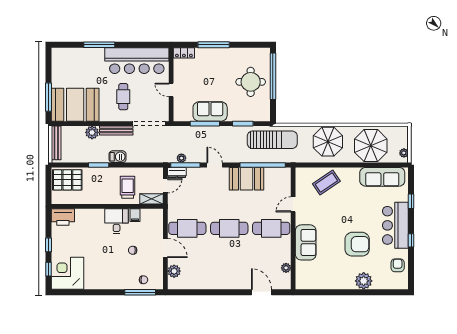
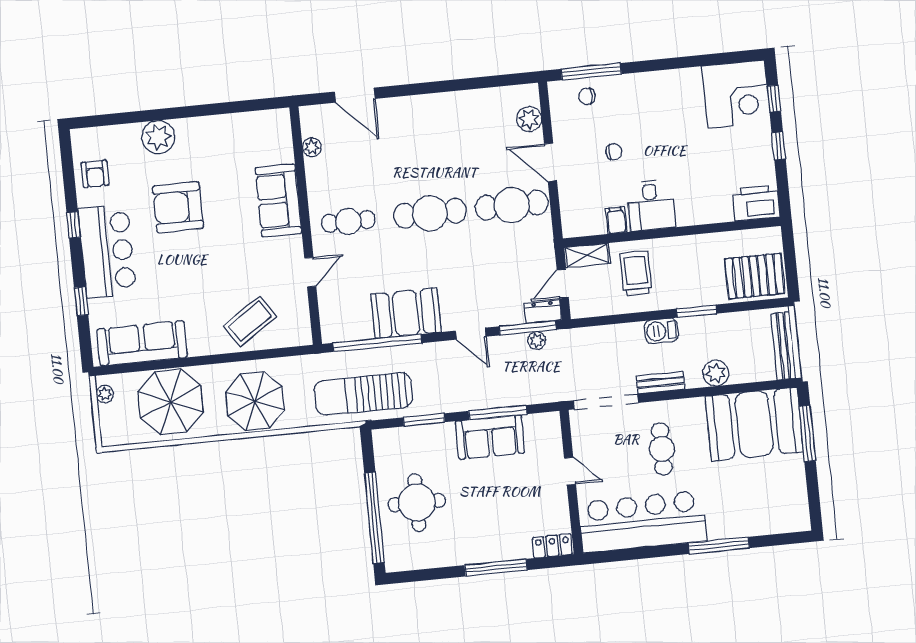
bench: (116, 131) -> (661, 383), width x0.73
trolley: (128, 187) -> (636, 273), turned 180
cafe table: (271, 228) -> (348, 221), width x0.73, depth x0.74

